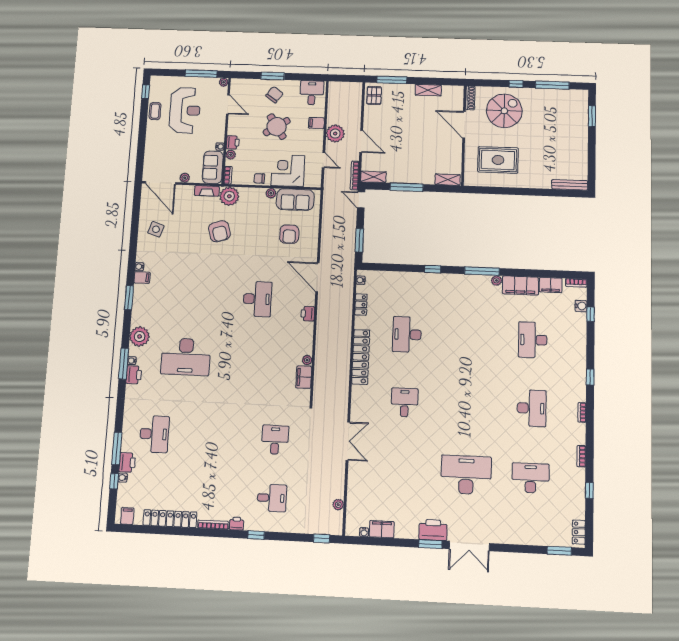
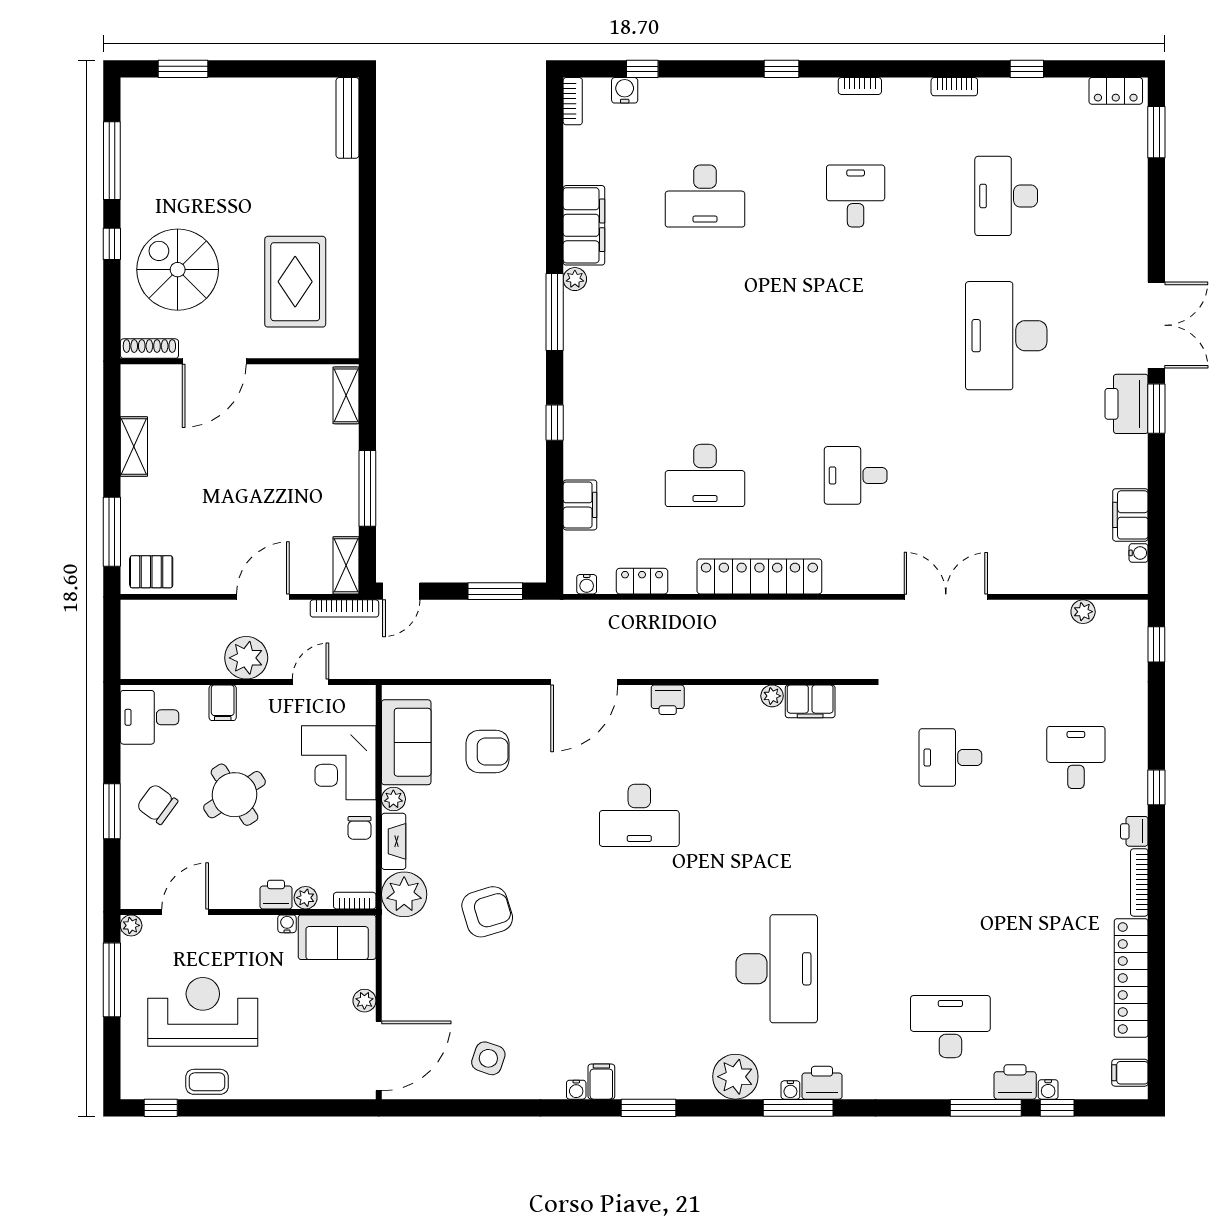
fireplace: (207, 191) -> (394, 841), moved
filing cabinet: (551, 285) -> (580, 505), moved
desk: (257, 299) -> (639, 815), turned 180
desk: (532, 408) -> (856, 196), width x0.73

